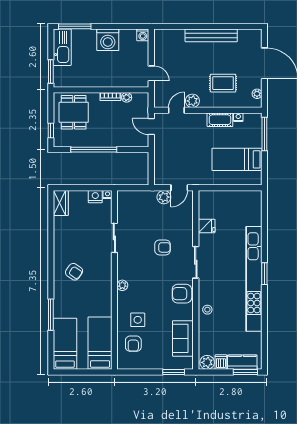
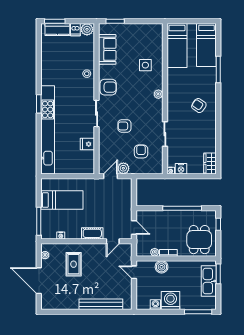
washing machine: (143, 35) -> (155, 305), moved
bench: (211, 35) -> (101, 304), moved
kitchen sink: (62, 47) -> (209, 281), moved
boiler: (118, 80) -> (162, 267), added
rug: (223, 83) -> (74, 264), turned 90
plant: (192, 101) -> (99, 249), removed
cot: (220, 120) -> (92, 233), moved
kitchen unit: (254, 279) -> (48, 130), moved
armchair: (133, 344) -> (141, 151), moved

